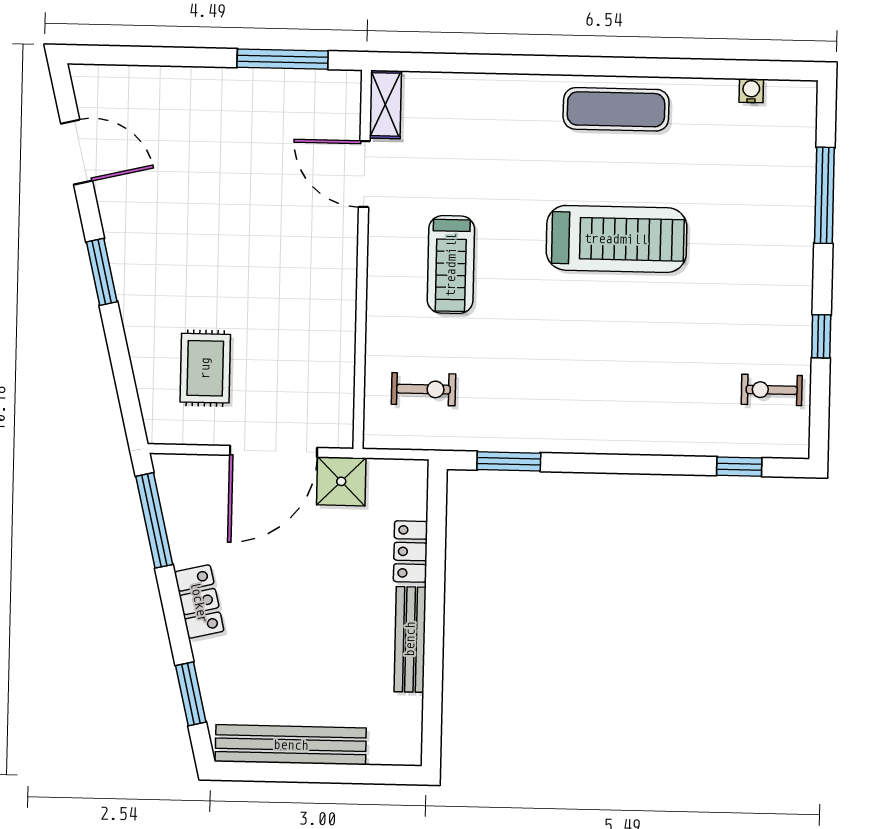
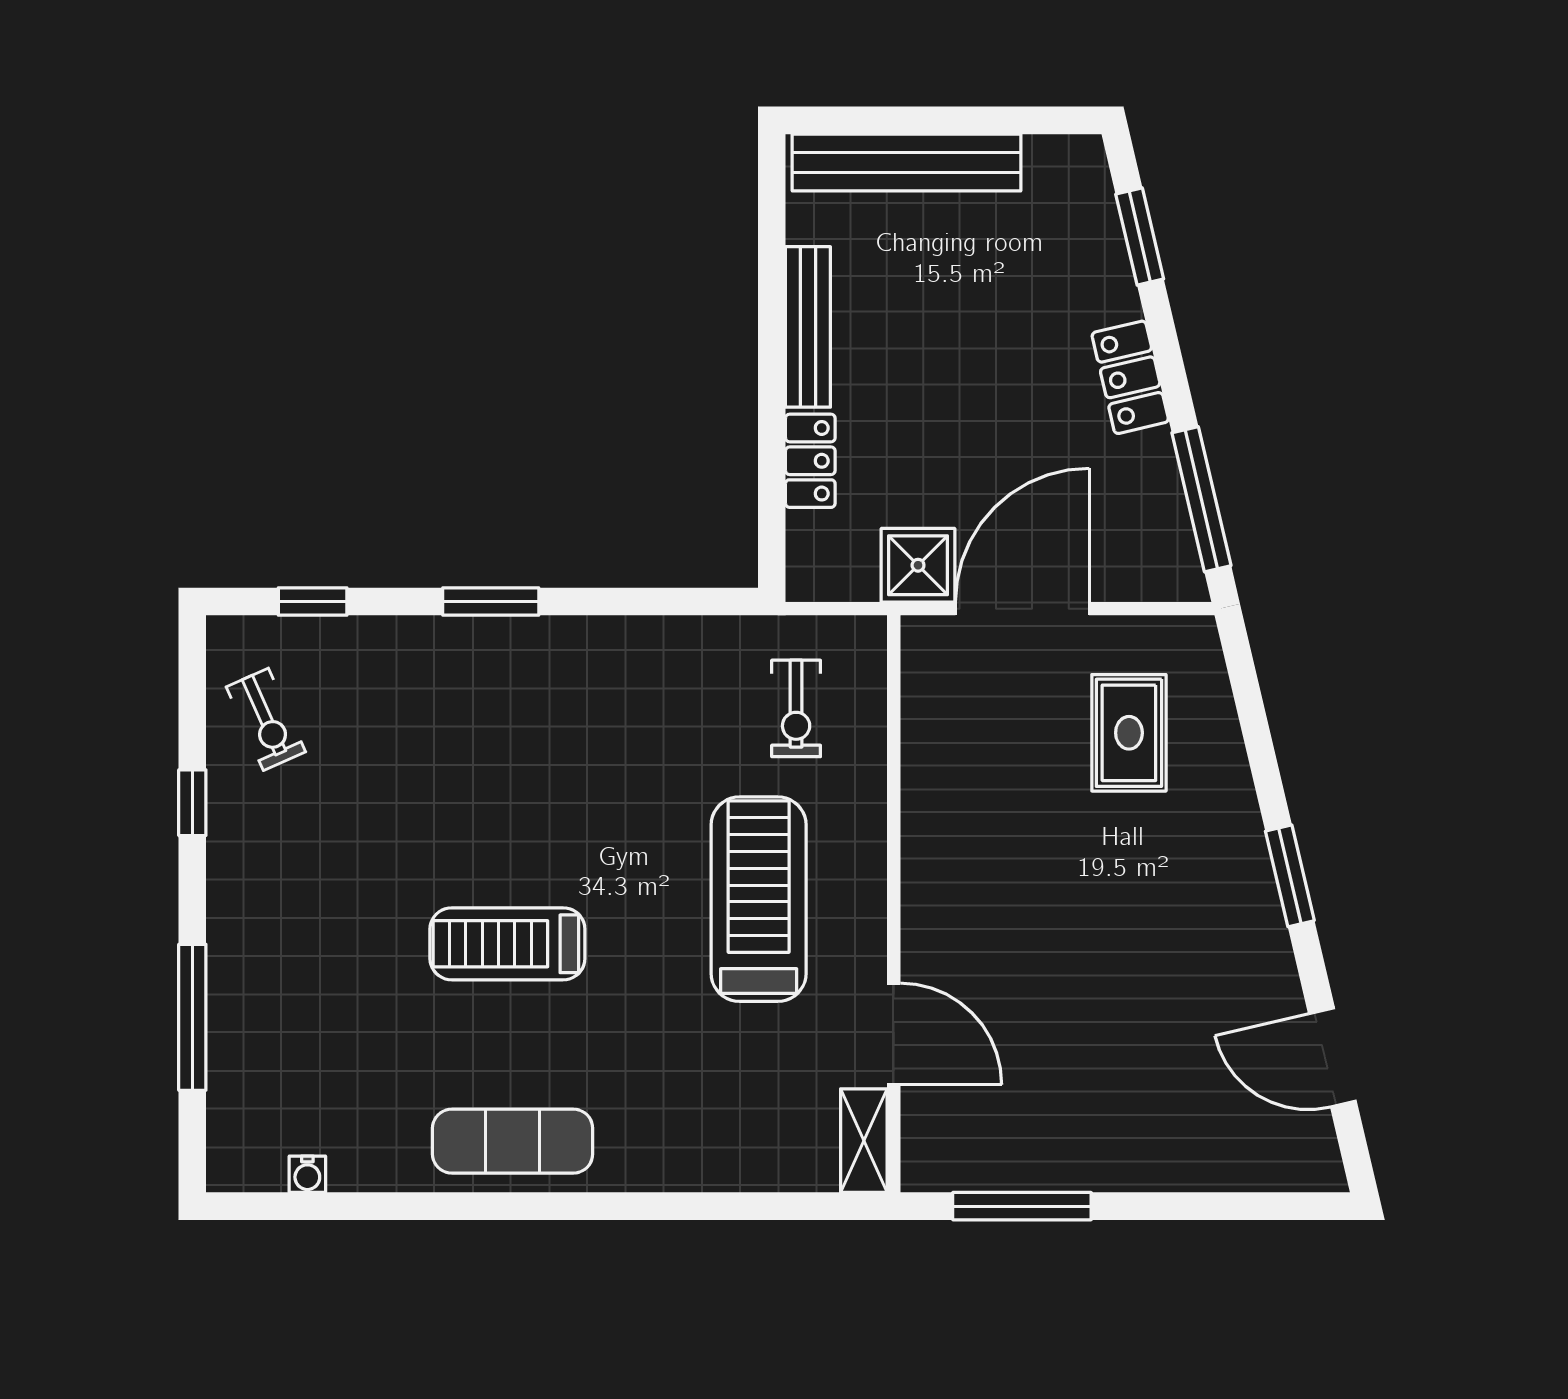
treadmill: (616, 239) -> (507, 944), width x0.73, depth x0.73
treadmill: (451, 265) -> (759, 899), width x1.37, depth x1.38
exercise bike: (423, 389) -> (796, 708), turned -90
exercise bike: (772, 390) -> (266, 719), turned 66
window: (509, 461) -> (491, 601), moved
bench: (291, 745) -> (906, 162), moved

